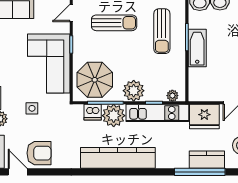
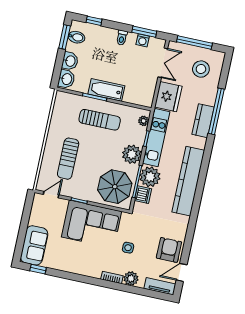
door: (71, 13) -> (51, 195), swing flipped
sun lounger: (114, 23) -> (68, 159), turned 180
sun lounger: (162, 31) -> (100, 120), moved
kitchen counter: (207, 160) -> (203, 121), moved

